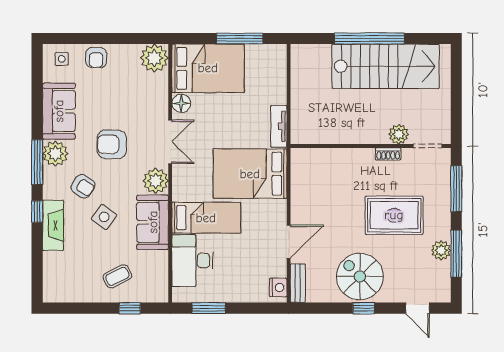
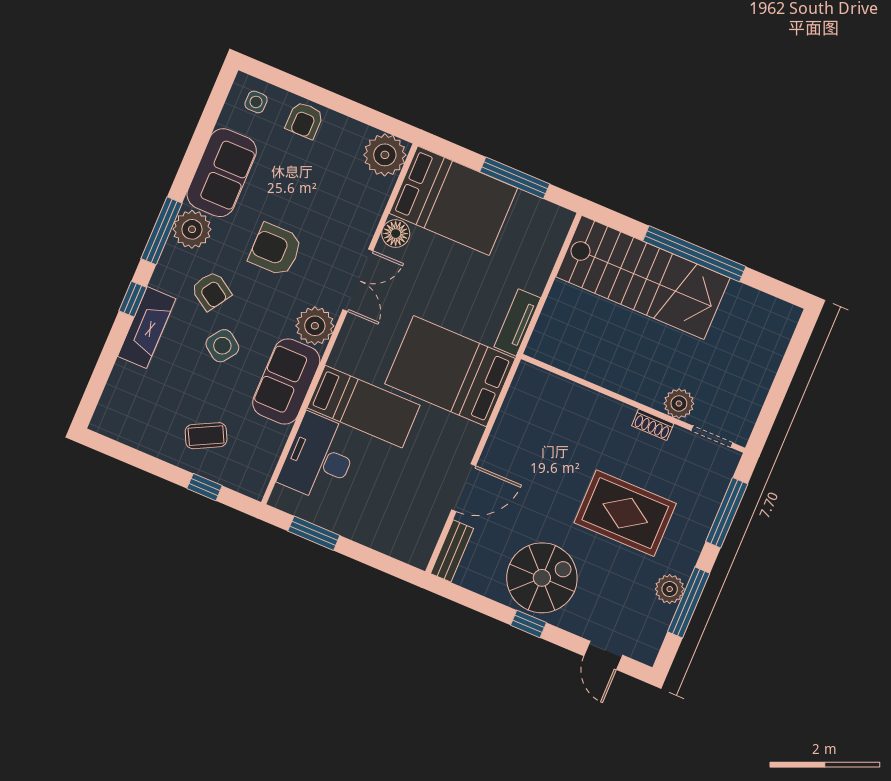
stairs: (386, 66) -> (643, 277), moved
spiral stairs: (360, 276) -> (542, 578), turned 90
nightstand: (278, 288) -> (422, 545), removed

